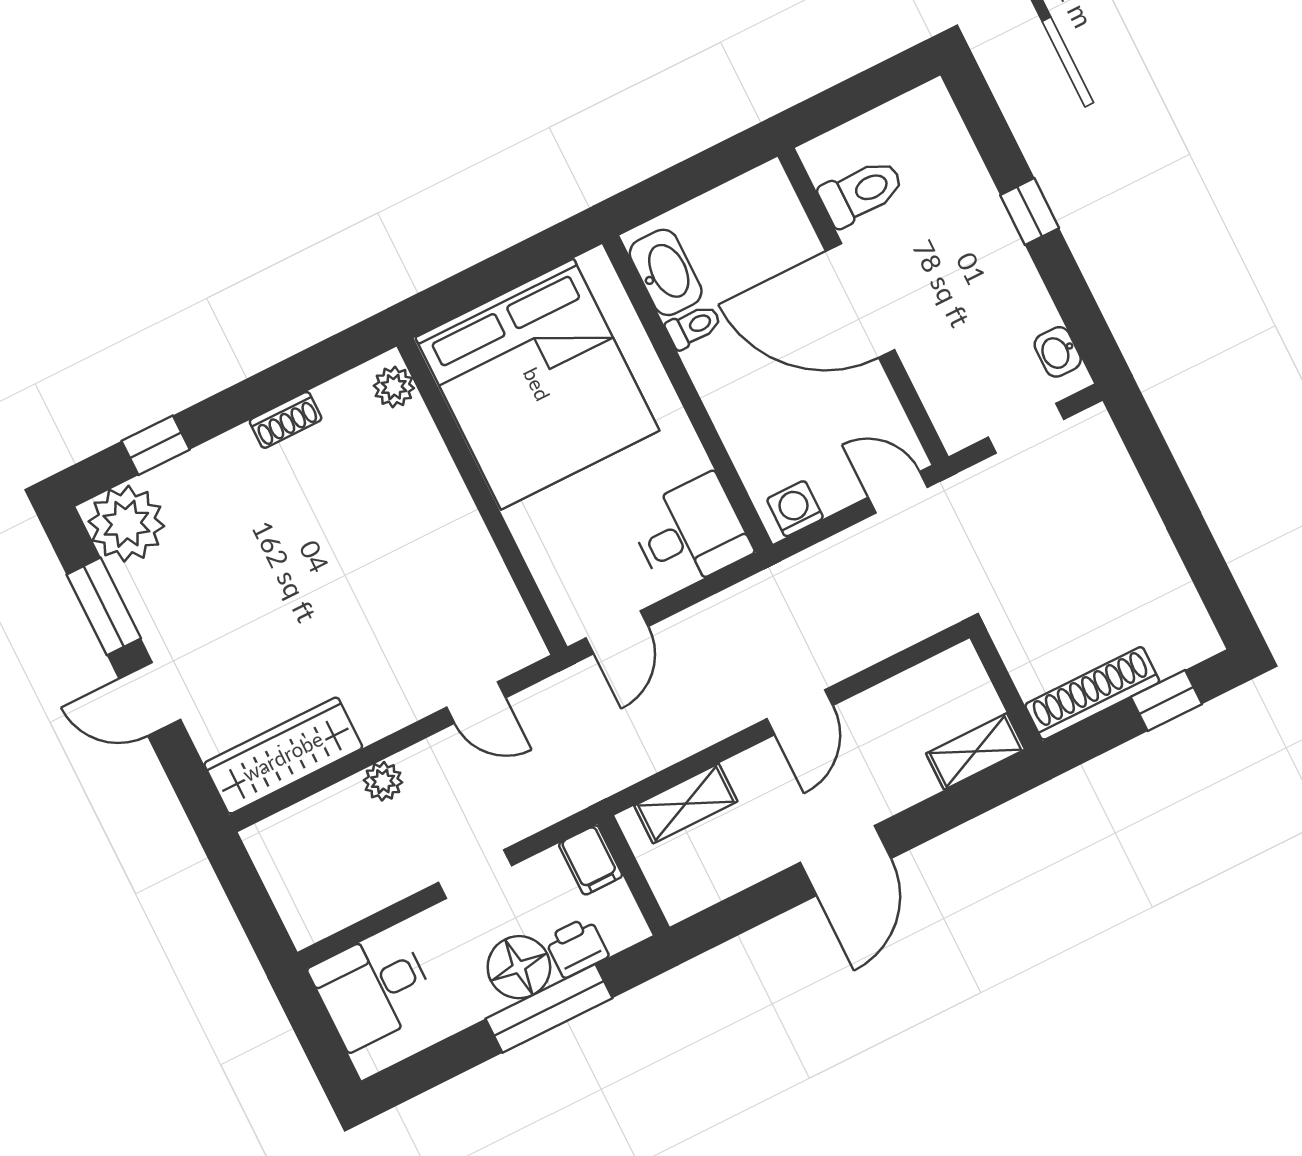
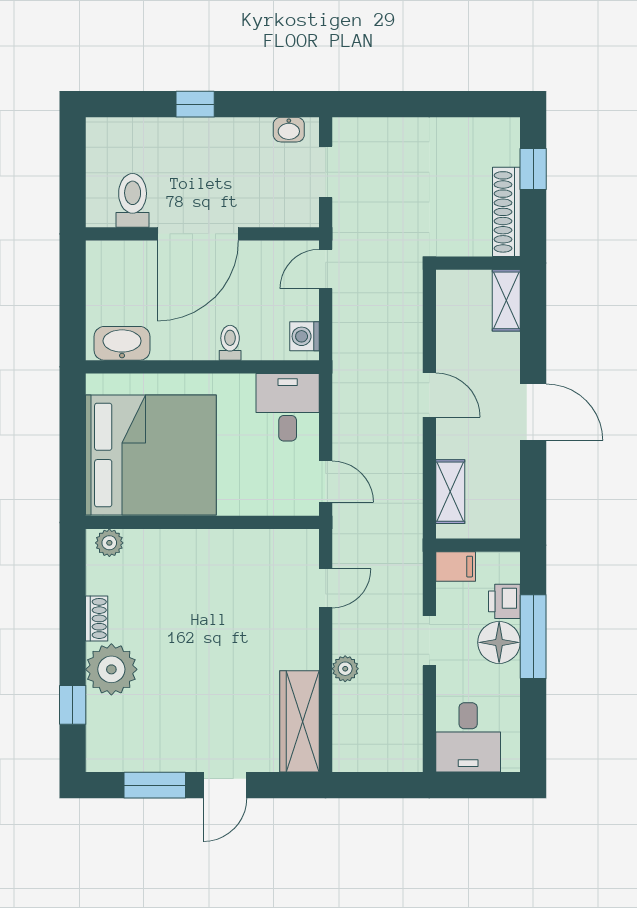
toilet: (694, 326) -> (230, 343), moved
plant: (126, 524) -> (111, 669), moved

